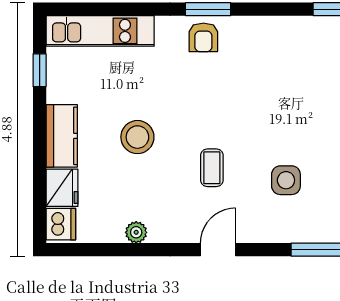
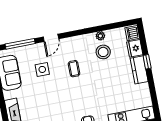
window: (40, 70) -> (147, 62), moved
stool: (137, 137) -> (103, 52), moved
door: (218, 250) -> (51, 38), moved

